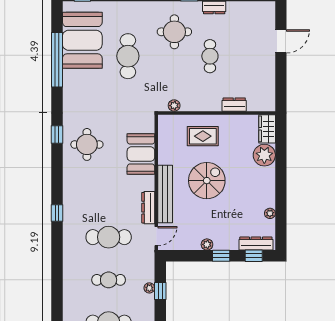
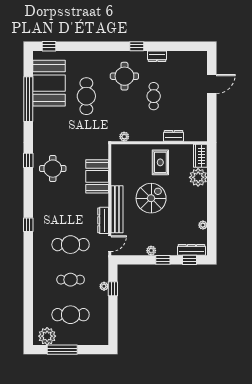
rug: (203, 136) -> (160, 162), moved, turned 90

